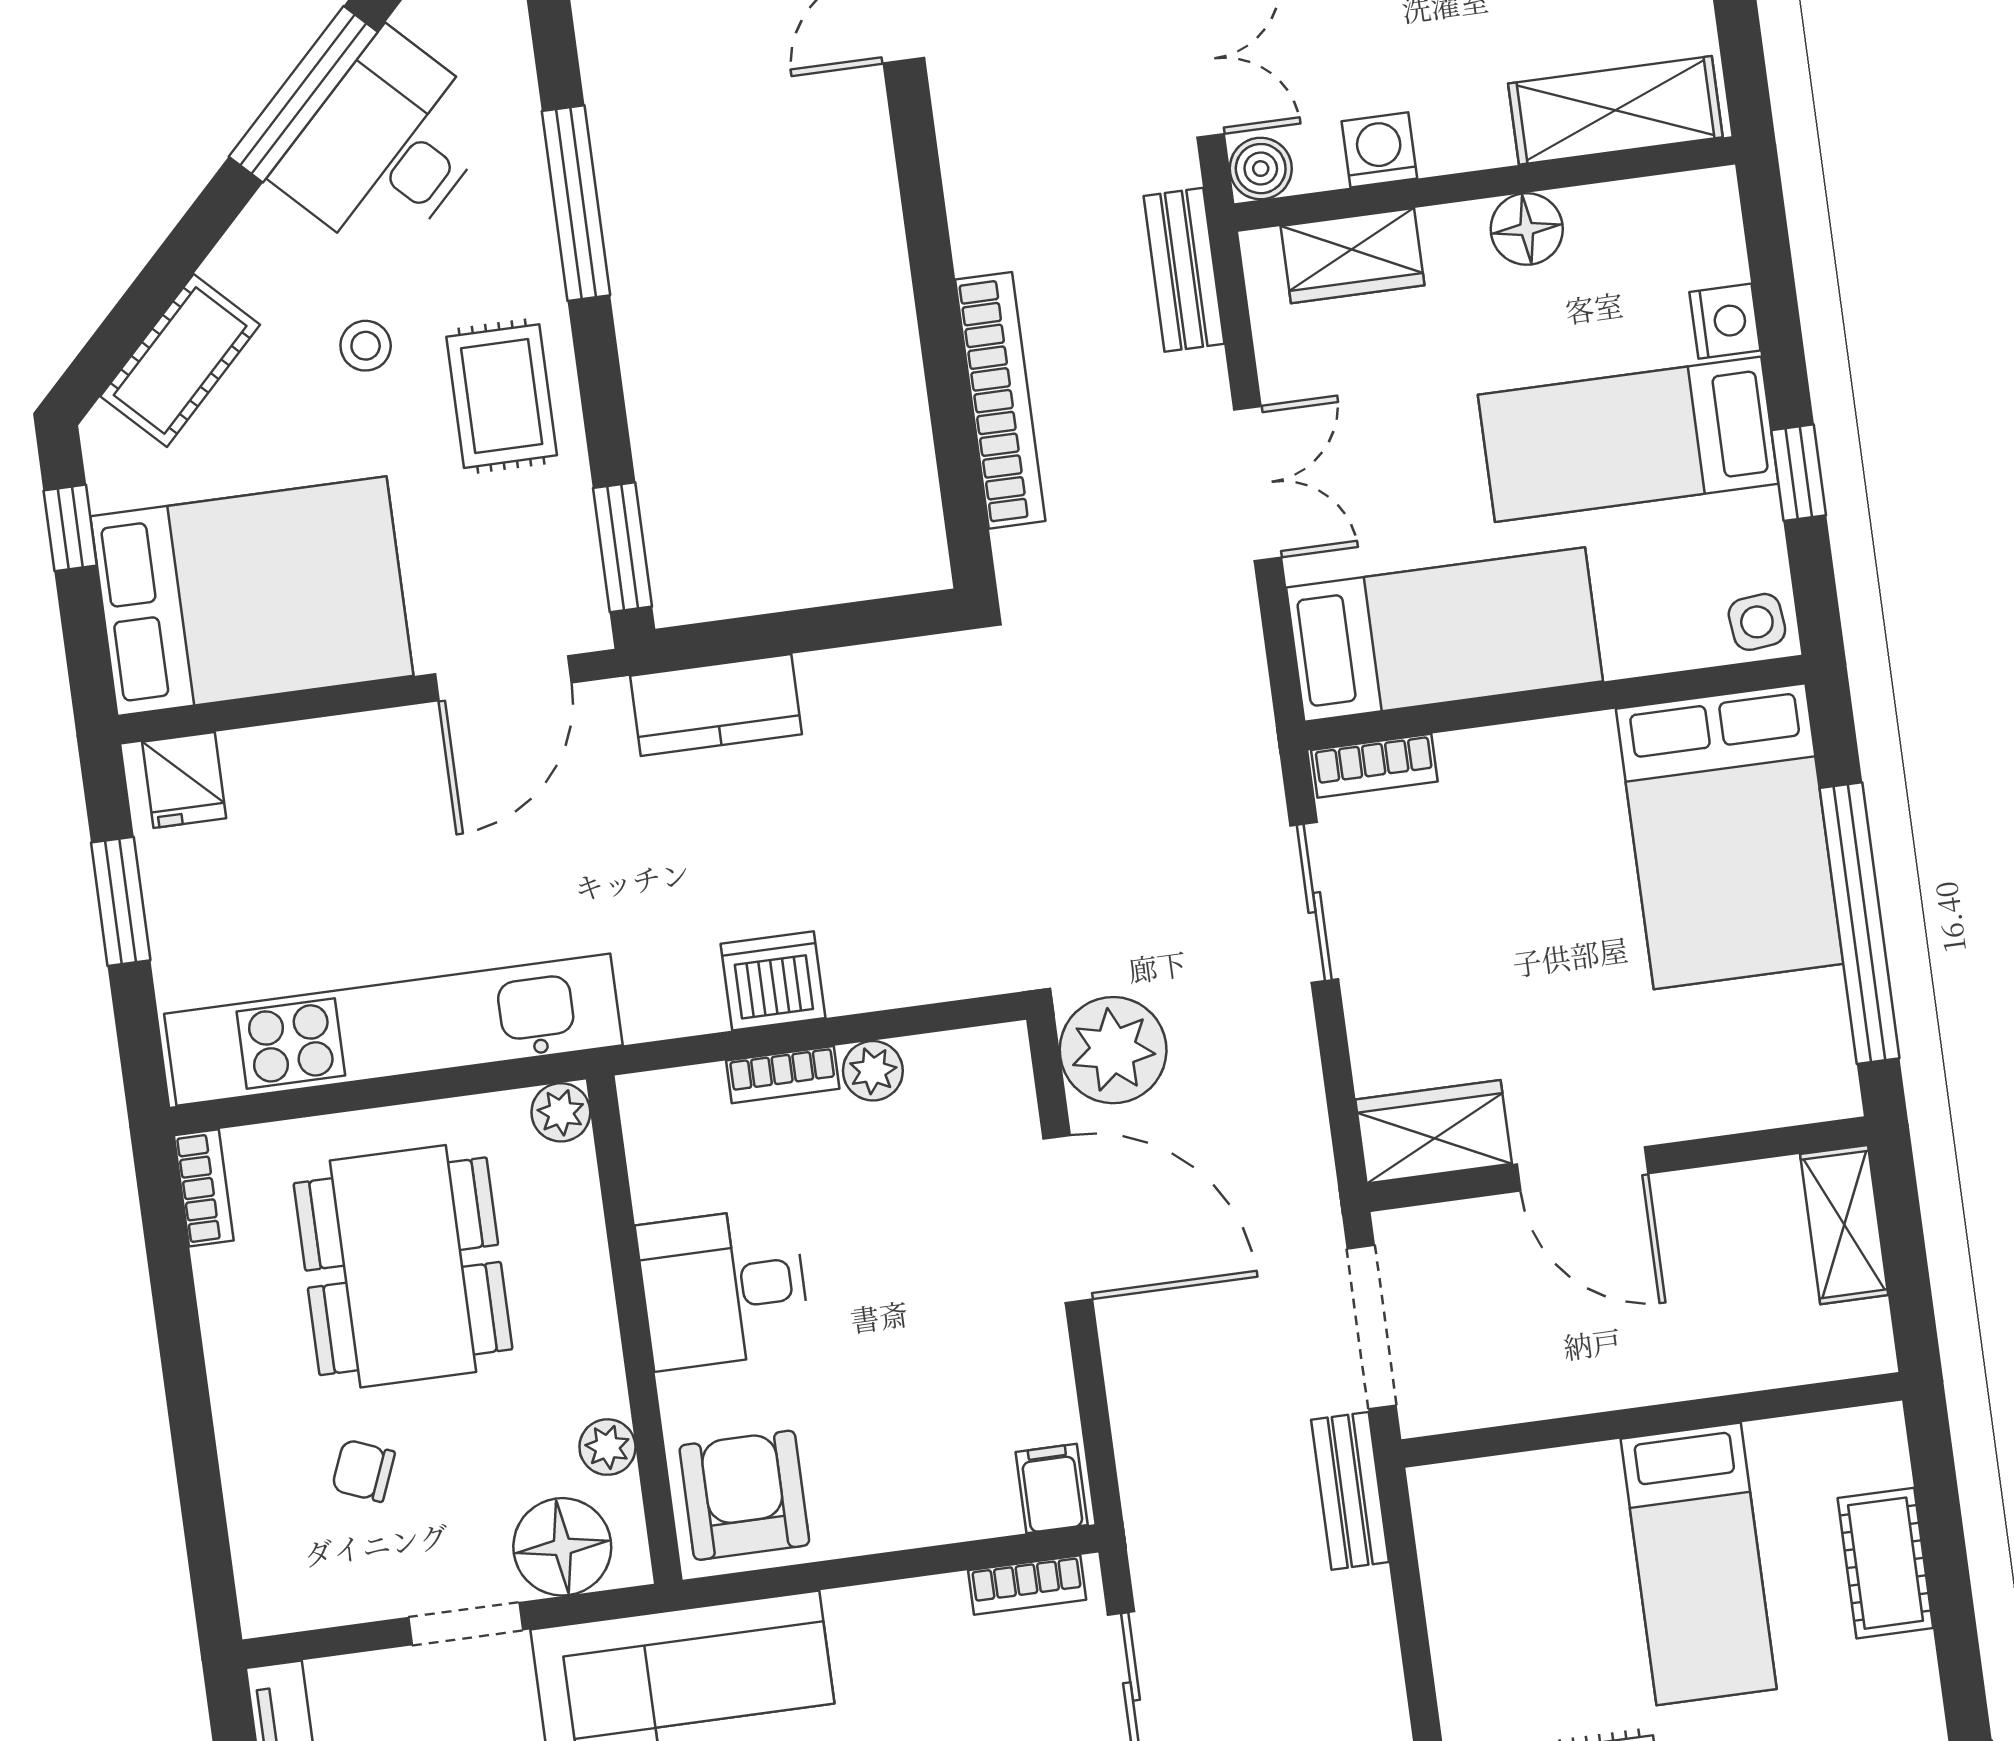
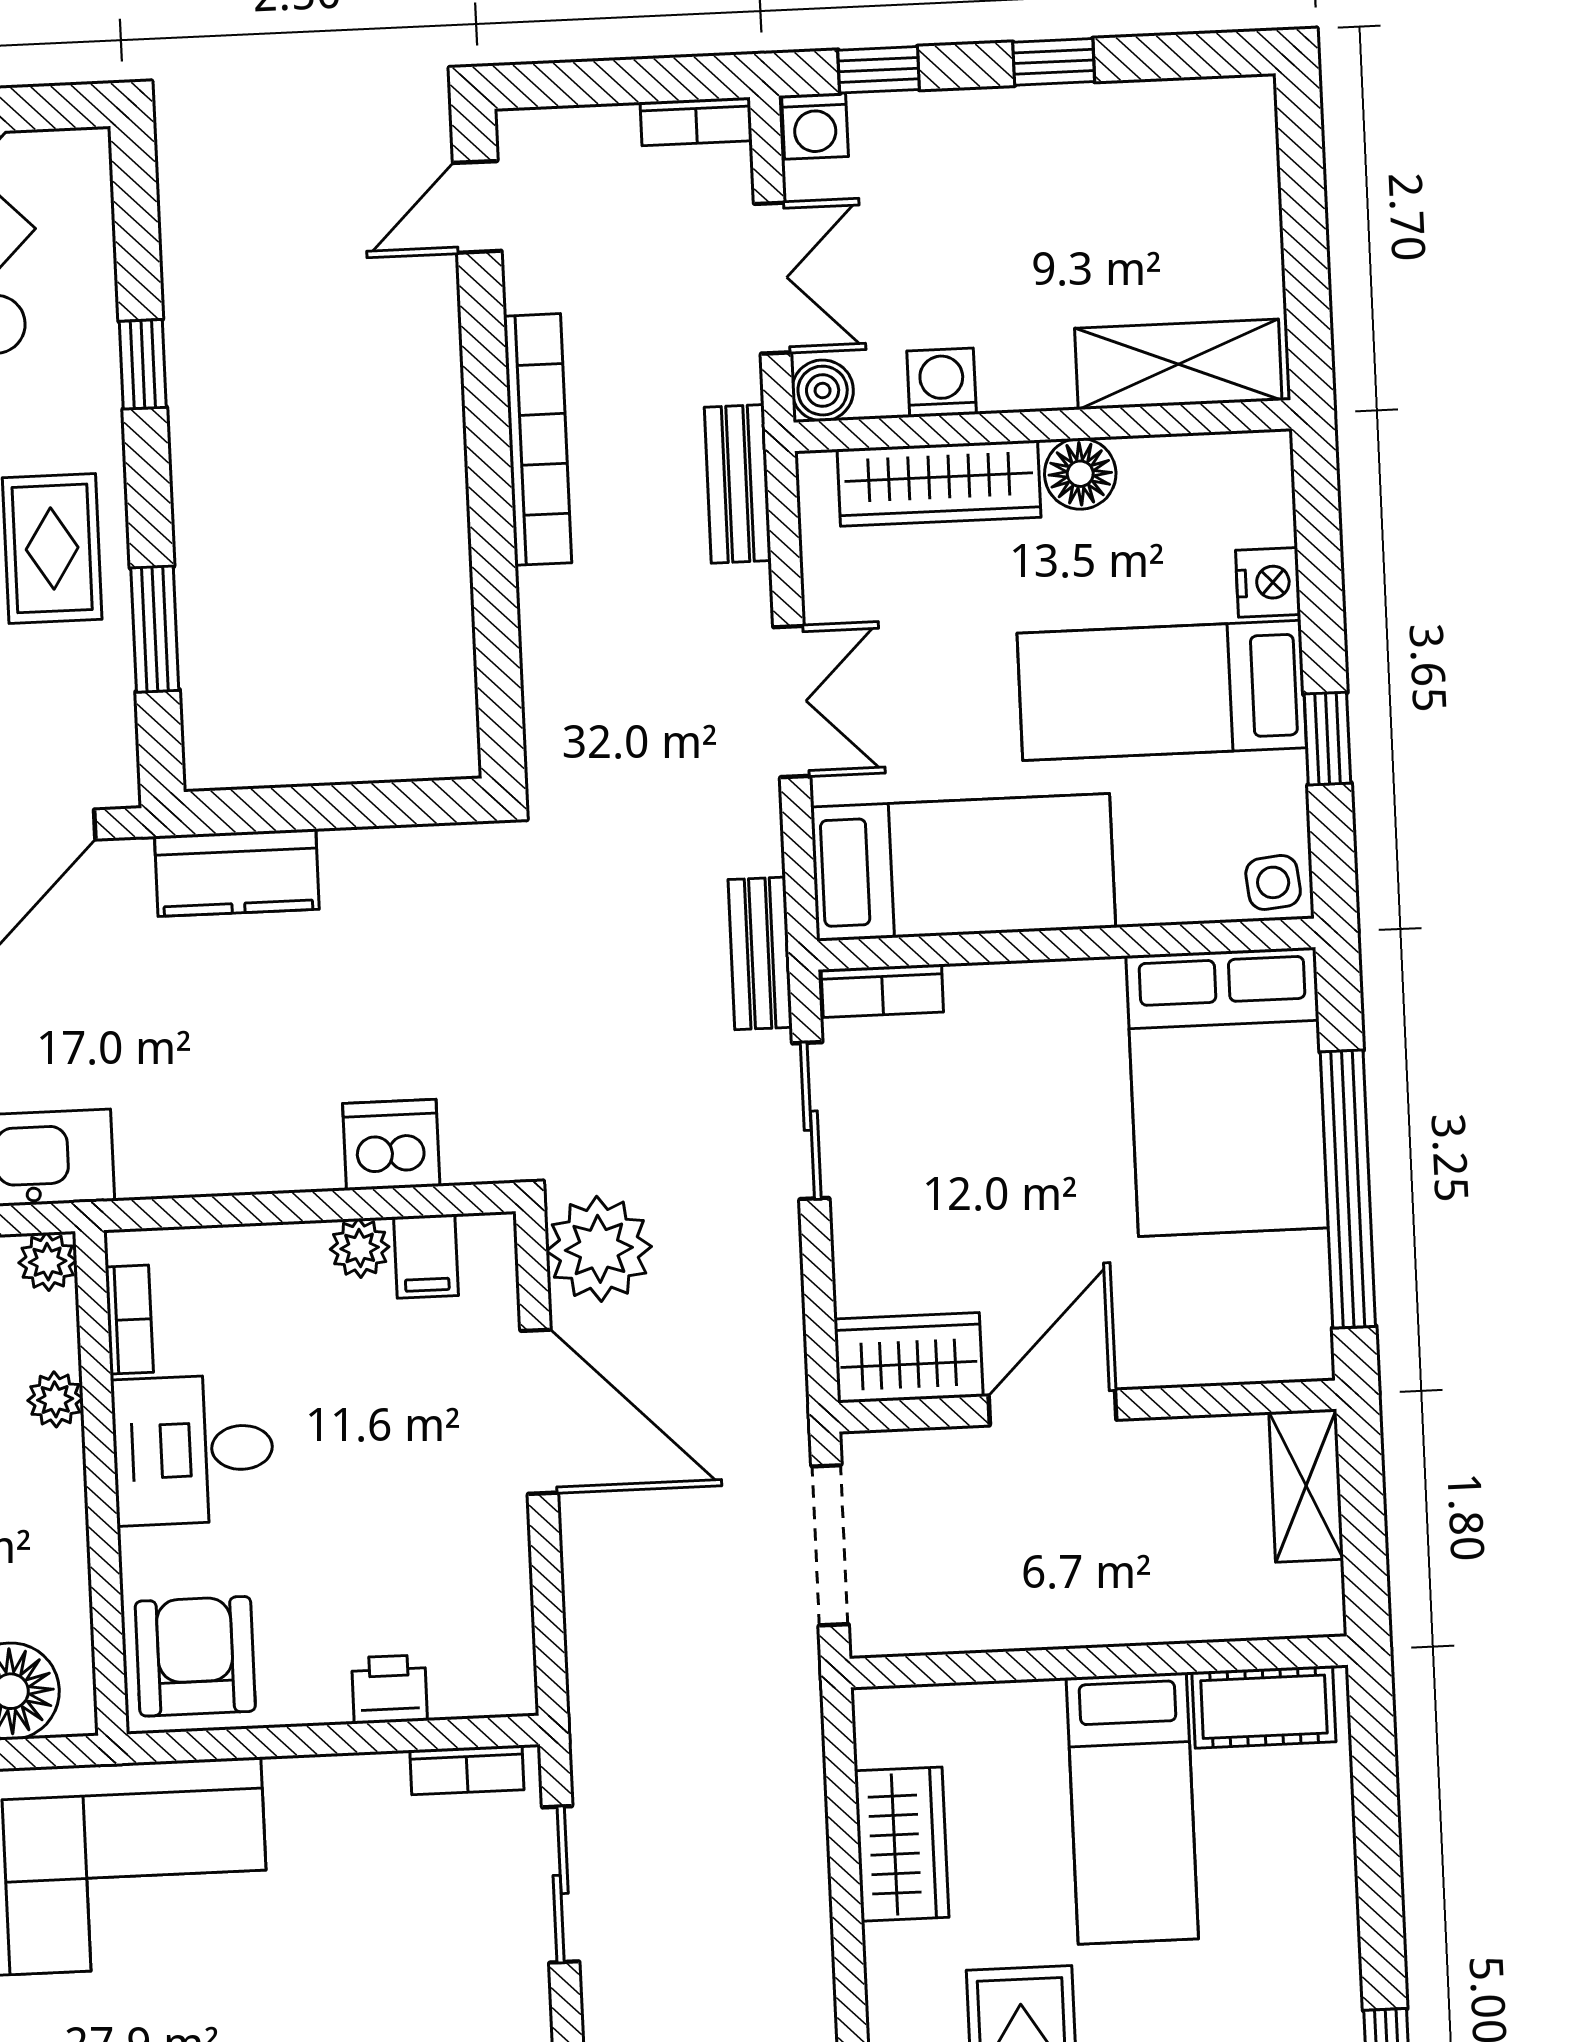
window: (576, 203) -> (143, 364), width x0.46
wardrobe: (1353, 256) -> (939, 483), width x1.50
bookcase: (1000, 400) -> (538, 439), moved
window: (622, 547) -> (155, 629), moved
dishwasher: (773, 981) -> (391, 1145), moved
bookcase: (783, 1075) -> (129, 1320), moved, turned -90
door: (1583, 1169) -> (1052, 1408), swing flipped
plant: (607, 1447) -> (55, 1399), moved
filing cabinet: (1052, 1488) -> (426, 1256), moved, turned 180
bench: (1350, 1491) -> (760, 953), moved
printer: (942, 1511) -> (389, 1689), added
cot: (1885, 1563) -> (1264, 1707), moved, turned 90
wardrobe: (1470, 1621) -> (902, 1844), added

